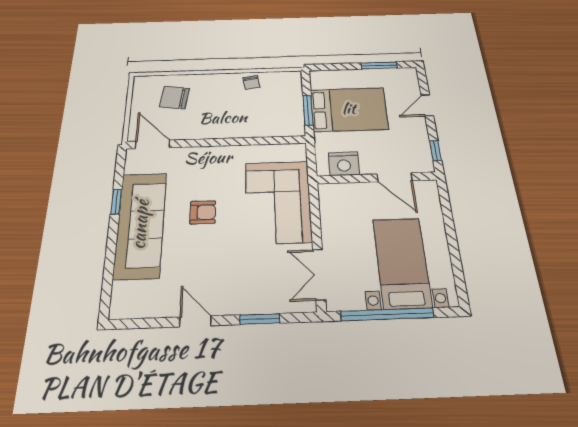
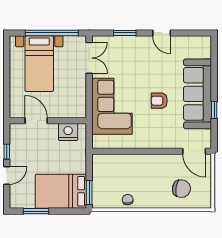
bed: (349, 109) -> (61, 191), moved
window: (308, 110) -> (89, 192), moved
window: (436, 151) -> (7, 152), moved

